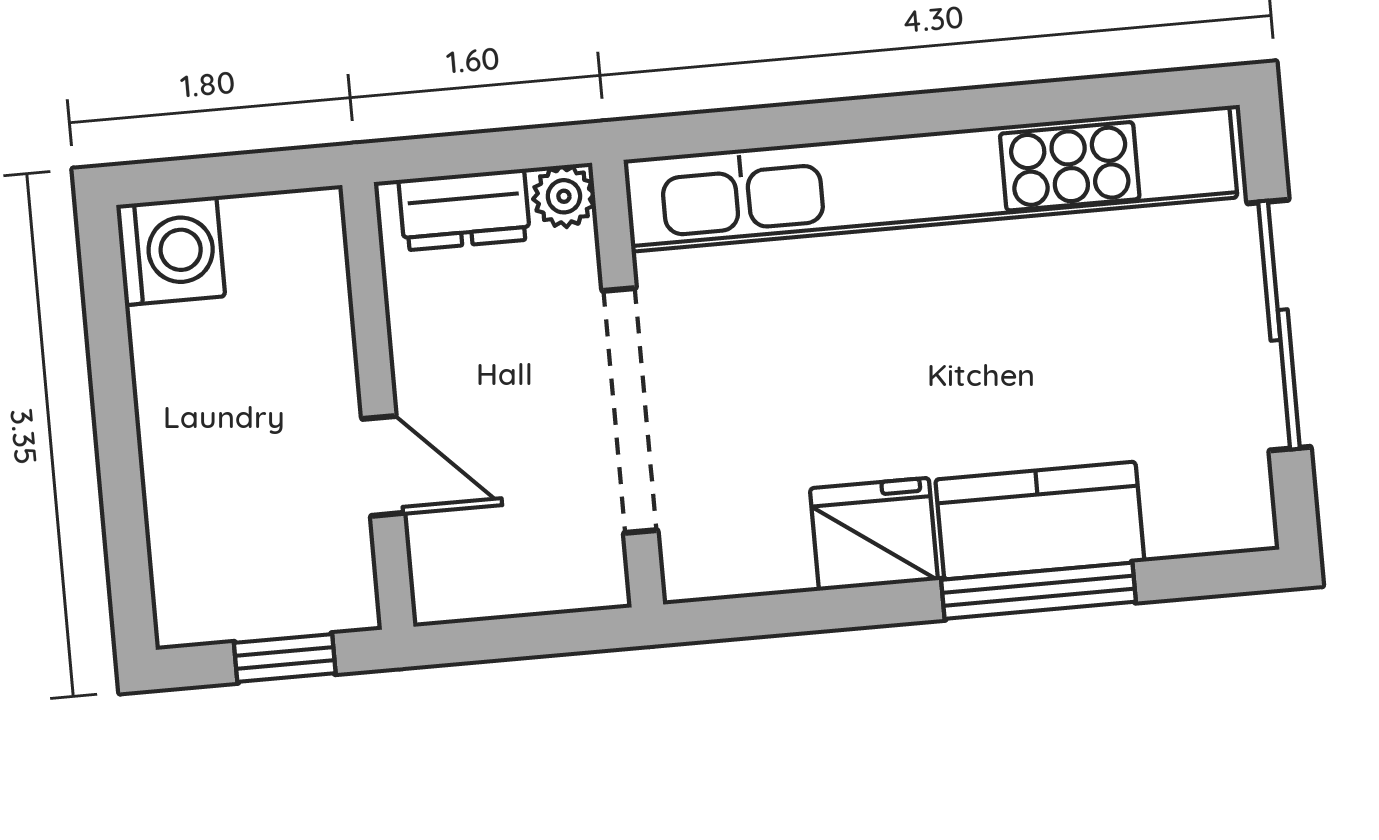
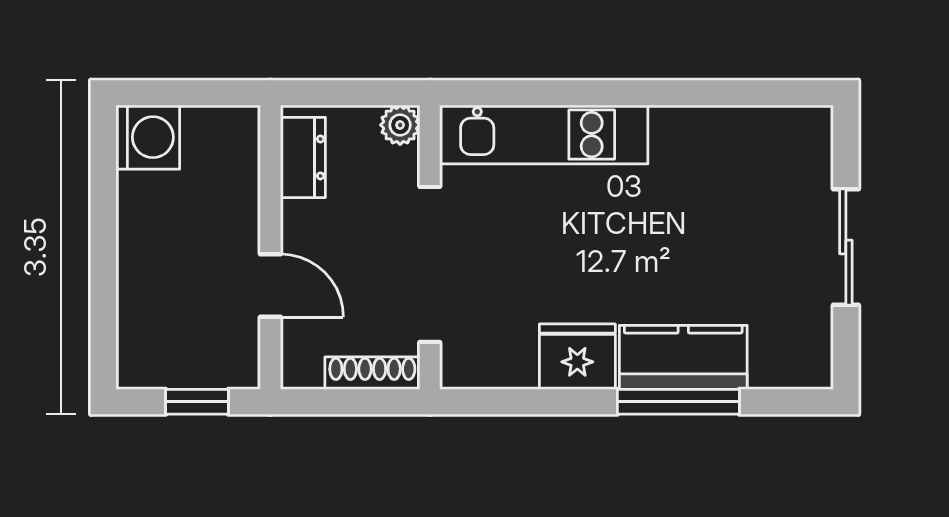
kitchen unit: (930, 179) -> (544, 135), width x0.54
dresser: (464, 210) -> (303, 157), moved, turned -90
sliding door: (1279, 325) -> (846, 247), width x0.73
shoe rack: (555, 589) -> (372, 373), added

